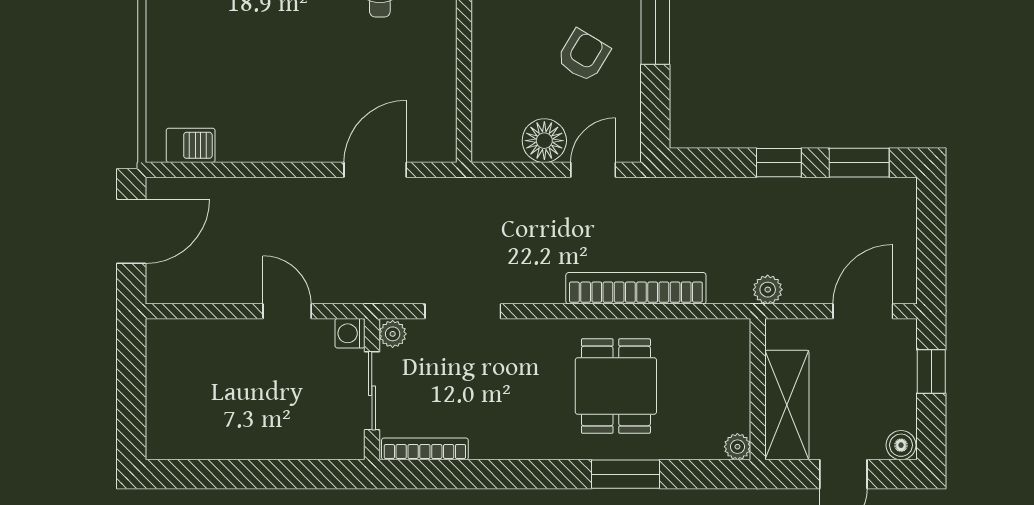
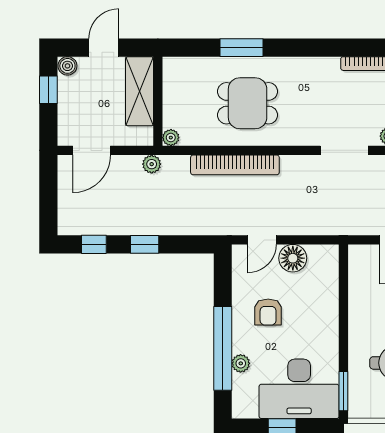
armchair: (583, 55) -> (268, 312), turned -31
window: (859, 163) -> (94, 244), width x0.67
window: (931, 371) -> (48, 90), moved
dining table: (616, 386) -> (248, 103), turned 90
plant: (737, 447) -> (171, 138), moved

